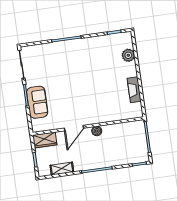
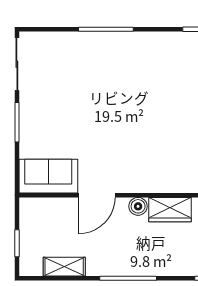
sofa: (37, 102) -> (48, 176), moved, turned -90
wardrobe: (45, 140) -> (170, 210), moved

